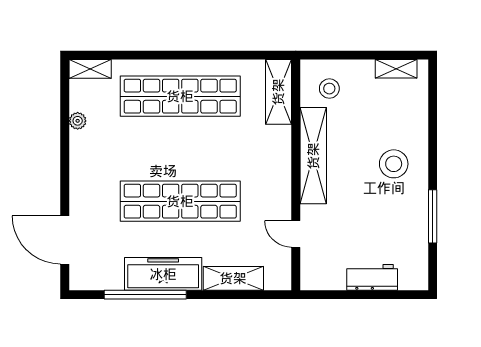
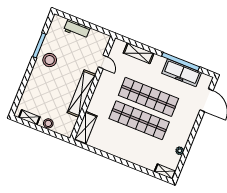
stool: (329, 89) -> (48, 123), moved
shop shelf: (180, 96) -> (139, 120), moved
stool: (394, 164) -> (50, 60), moved
freezer: (163, 274) -> (182, 73), moved

